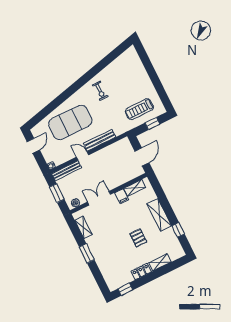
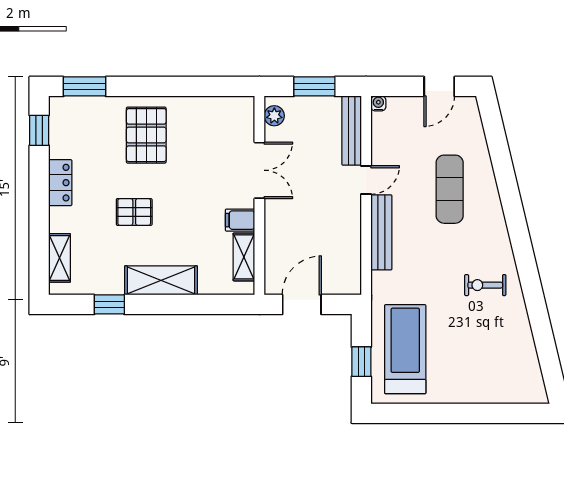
treadmill: (139, 109) -> (405, 349), width x1.37, depth x1.38
exercise mat: (70, 122) -> (450, 189), width x0.50, depth x0.69
door: (33, 146) -> (439, 86), hinge flipped
door: (142, 157) -> (302, 304), swing flipped
shelving: (83, 227) -> (214, 107), removed
pallet: (107, 248) -> (146, 135), added
window: (87, 253) -> (85, 86), moved
shelving: (160, 262) -> (60, 258), moved

